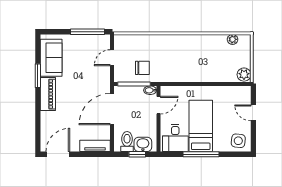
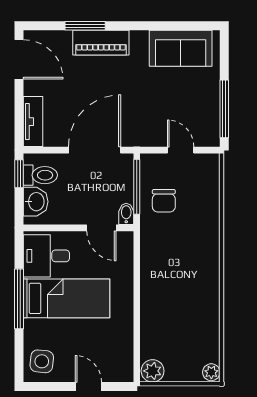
plant: (233, 39) -> (211, 372), moved
window: (38, 76) -> (85, 26), moved
piano: (48, 94) -> (101, 43), moved
door: (112, 109) -> (95, 150), hinge flipped
door: (253, 113) -> (88, 387), hinge flipped
window: (137, 154) -> (19, 174), moved

